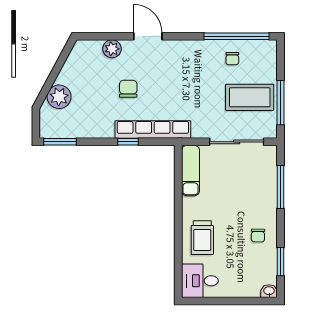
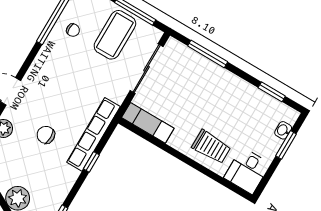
chair: (258, 236) -> (238, 98), removed
washbasin: (269, 291) -> (283, 130), moved
window: (242, 301) -> (286, 145), added

